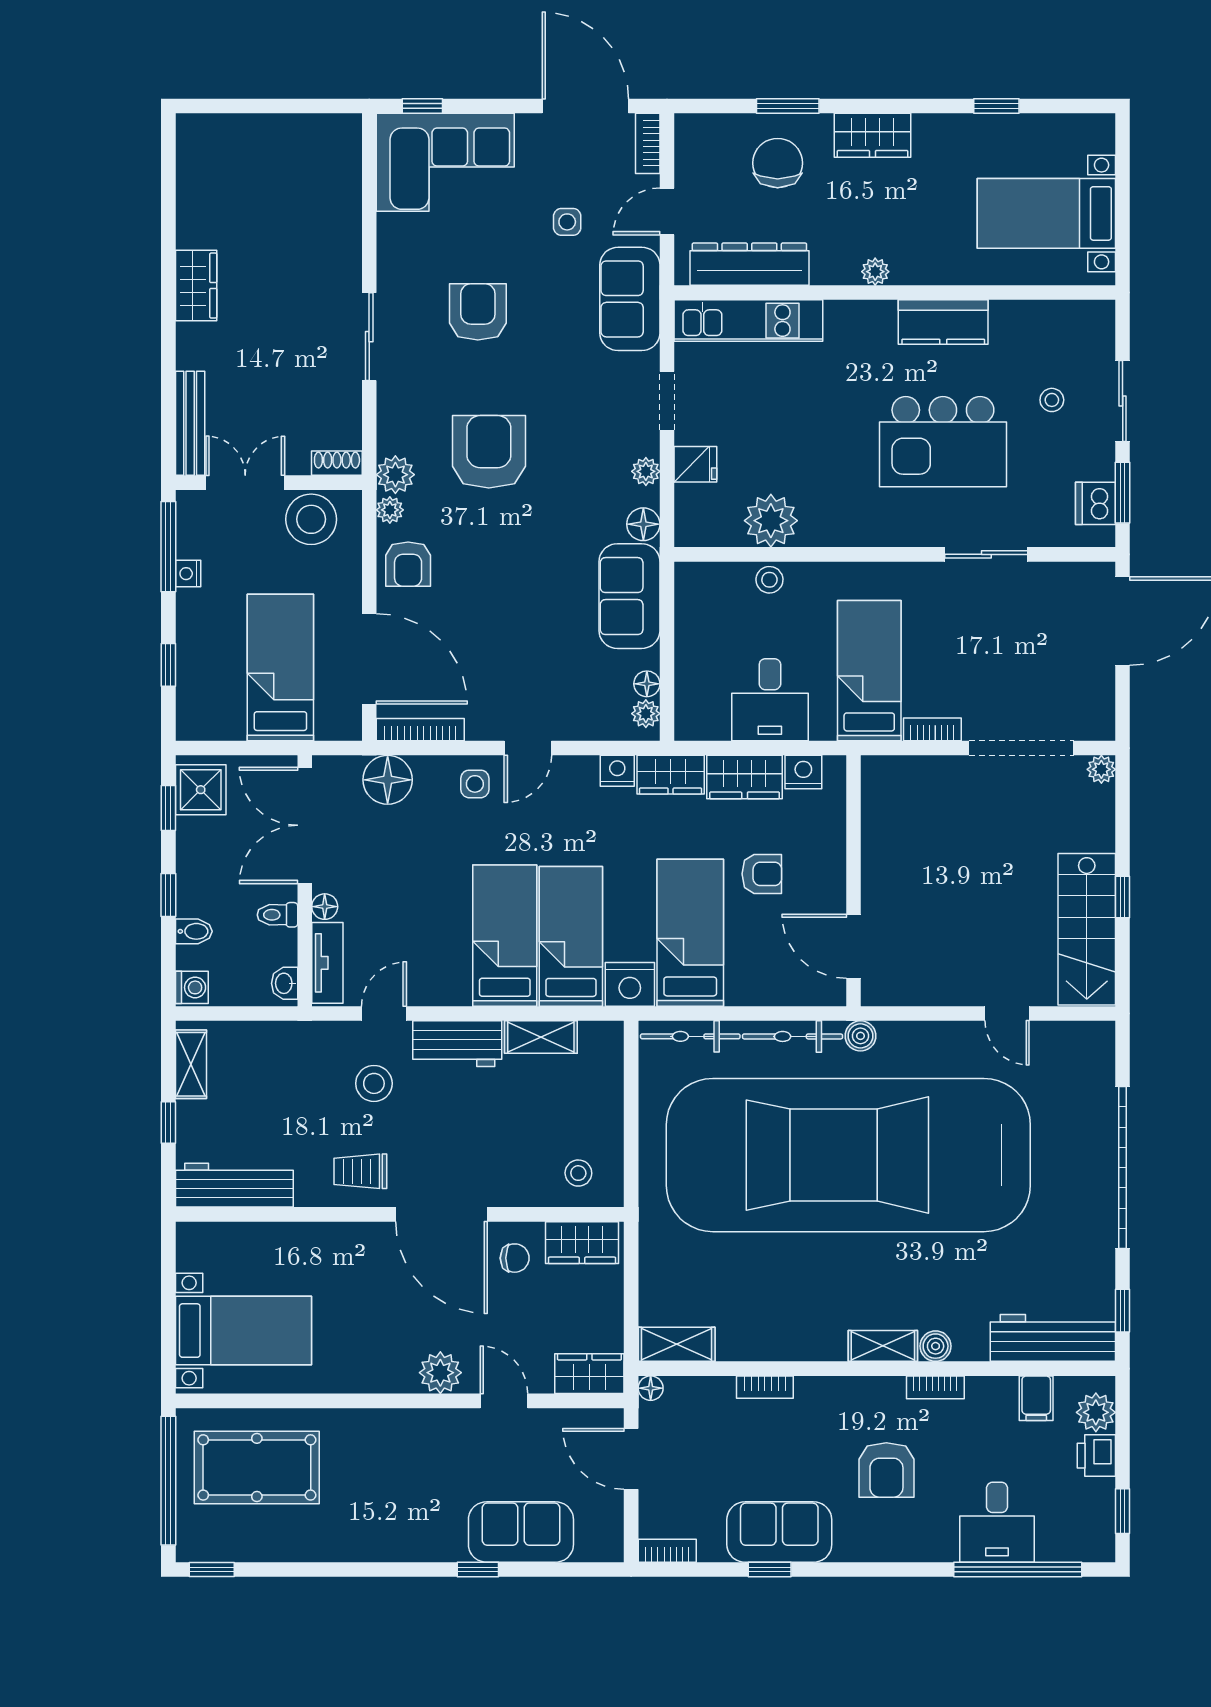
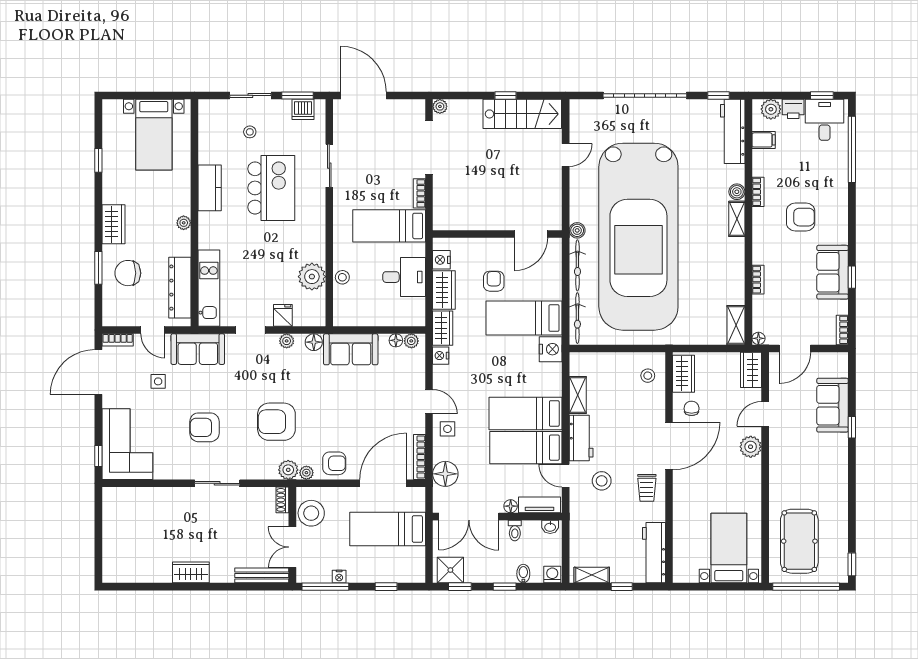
bed: (571, 936) -> (526, 448), moved
desk: (997, 1522) -> (825, 120), moved, turned -90

